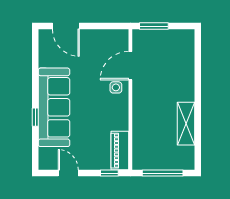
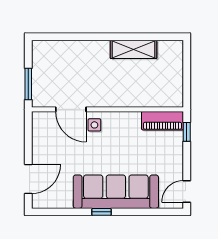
window: (35, 117) -> (102, 212), moved
door: (68, 173) -> (187, 192), moved
window: (163, 173) -> (187, 74), removed

